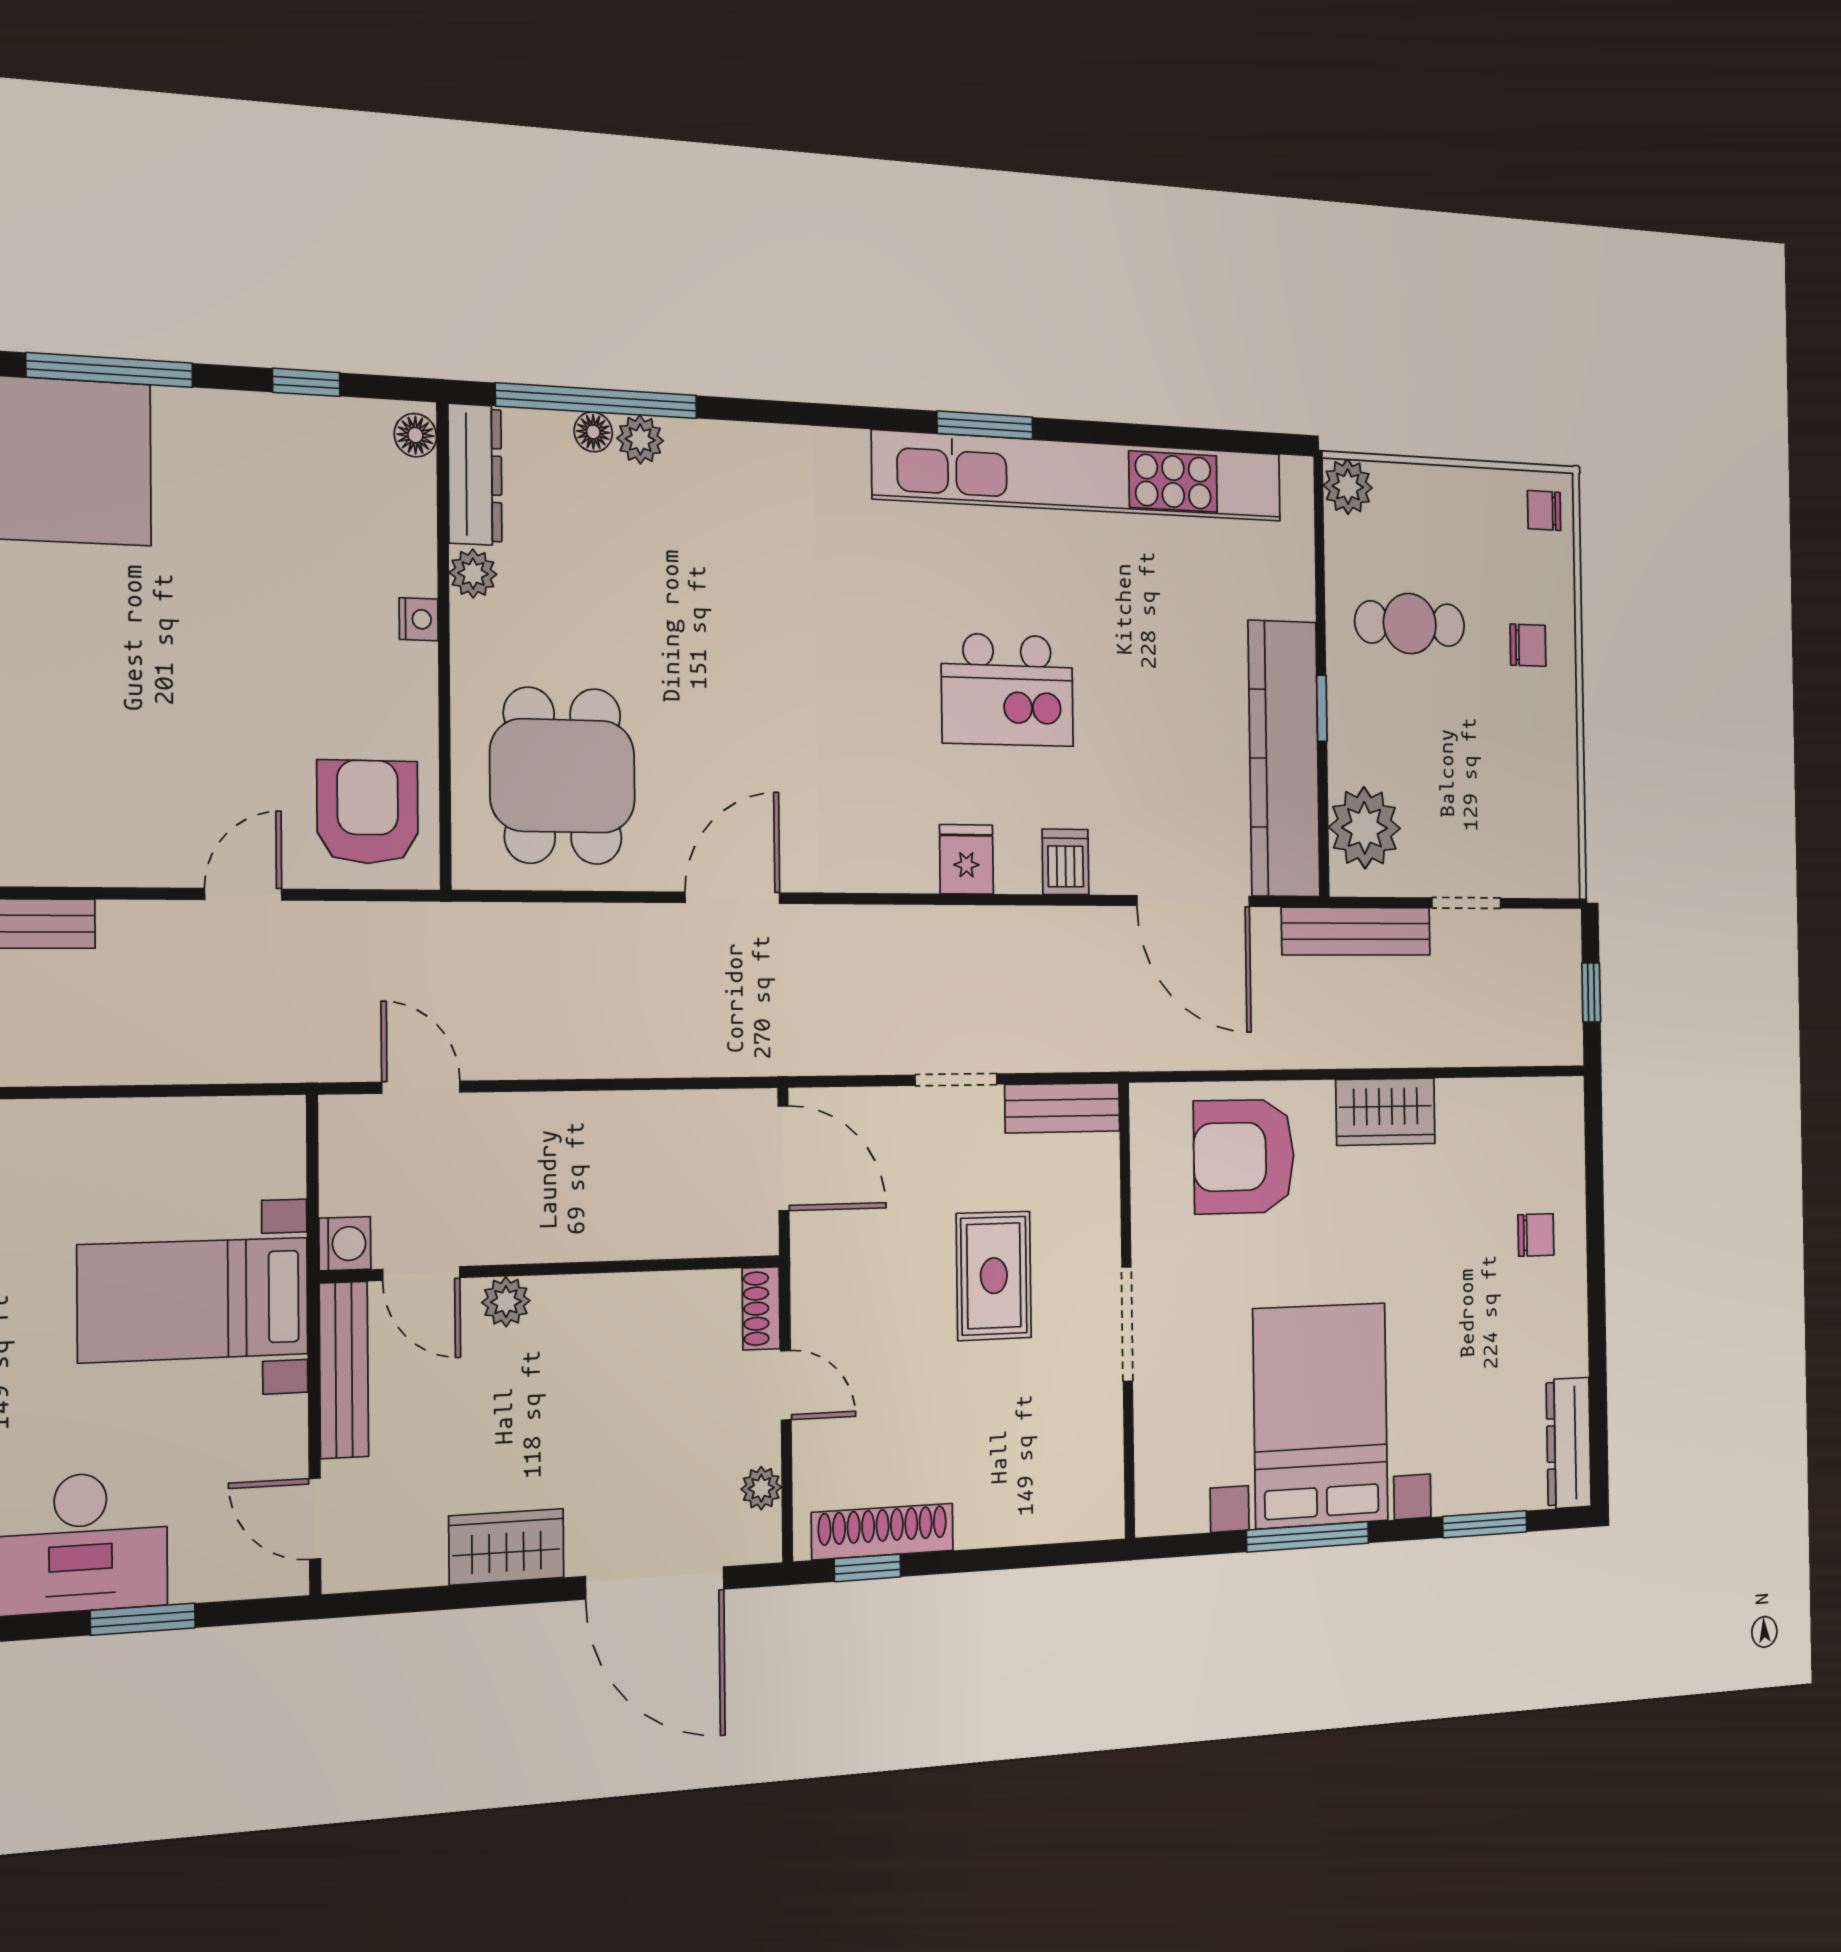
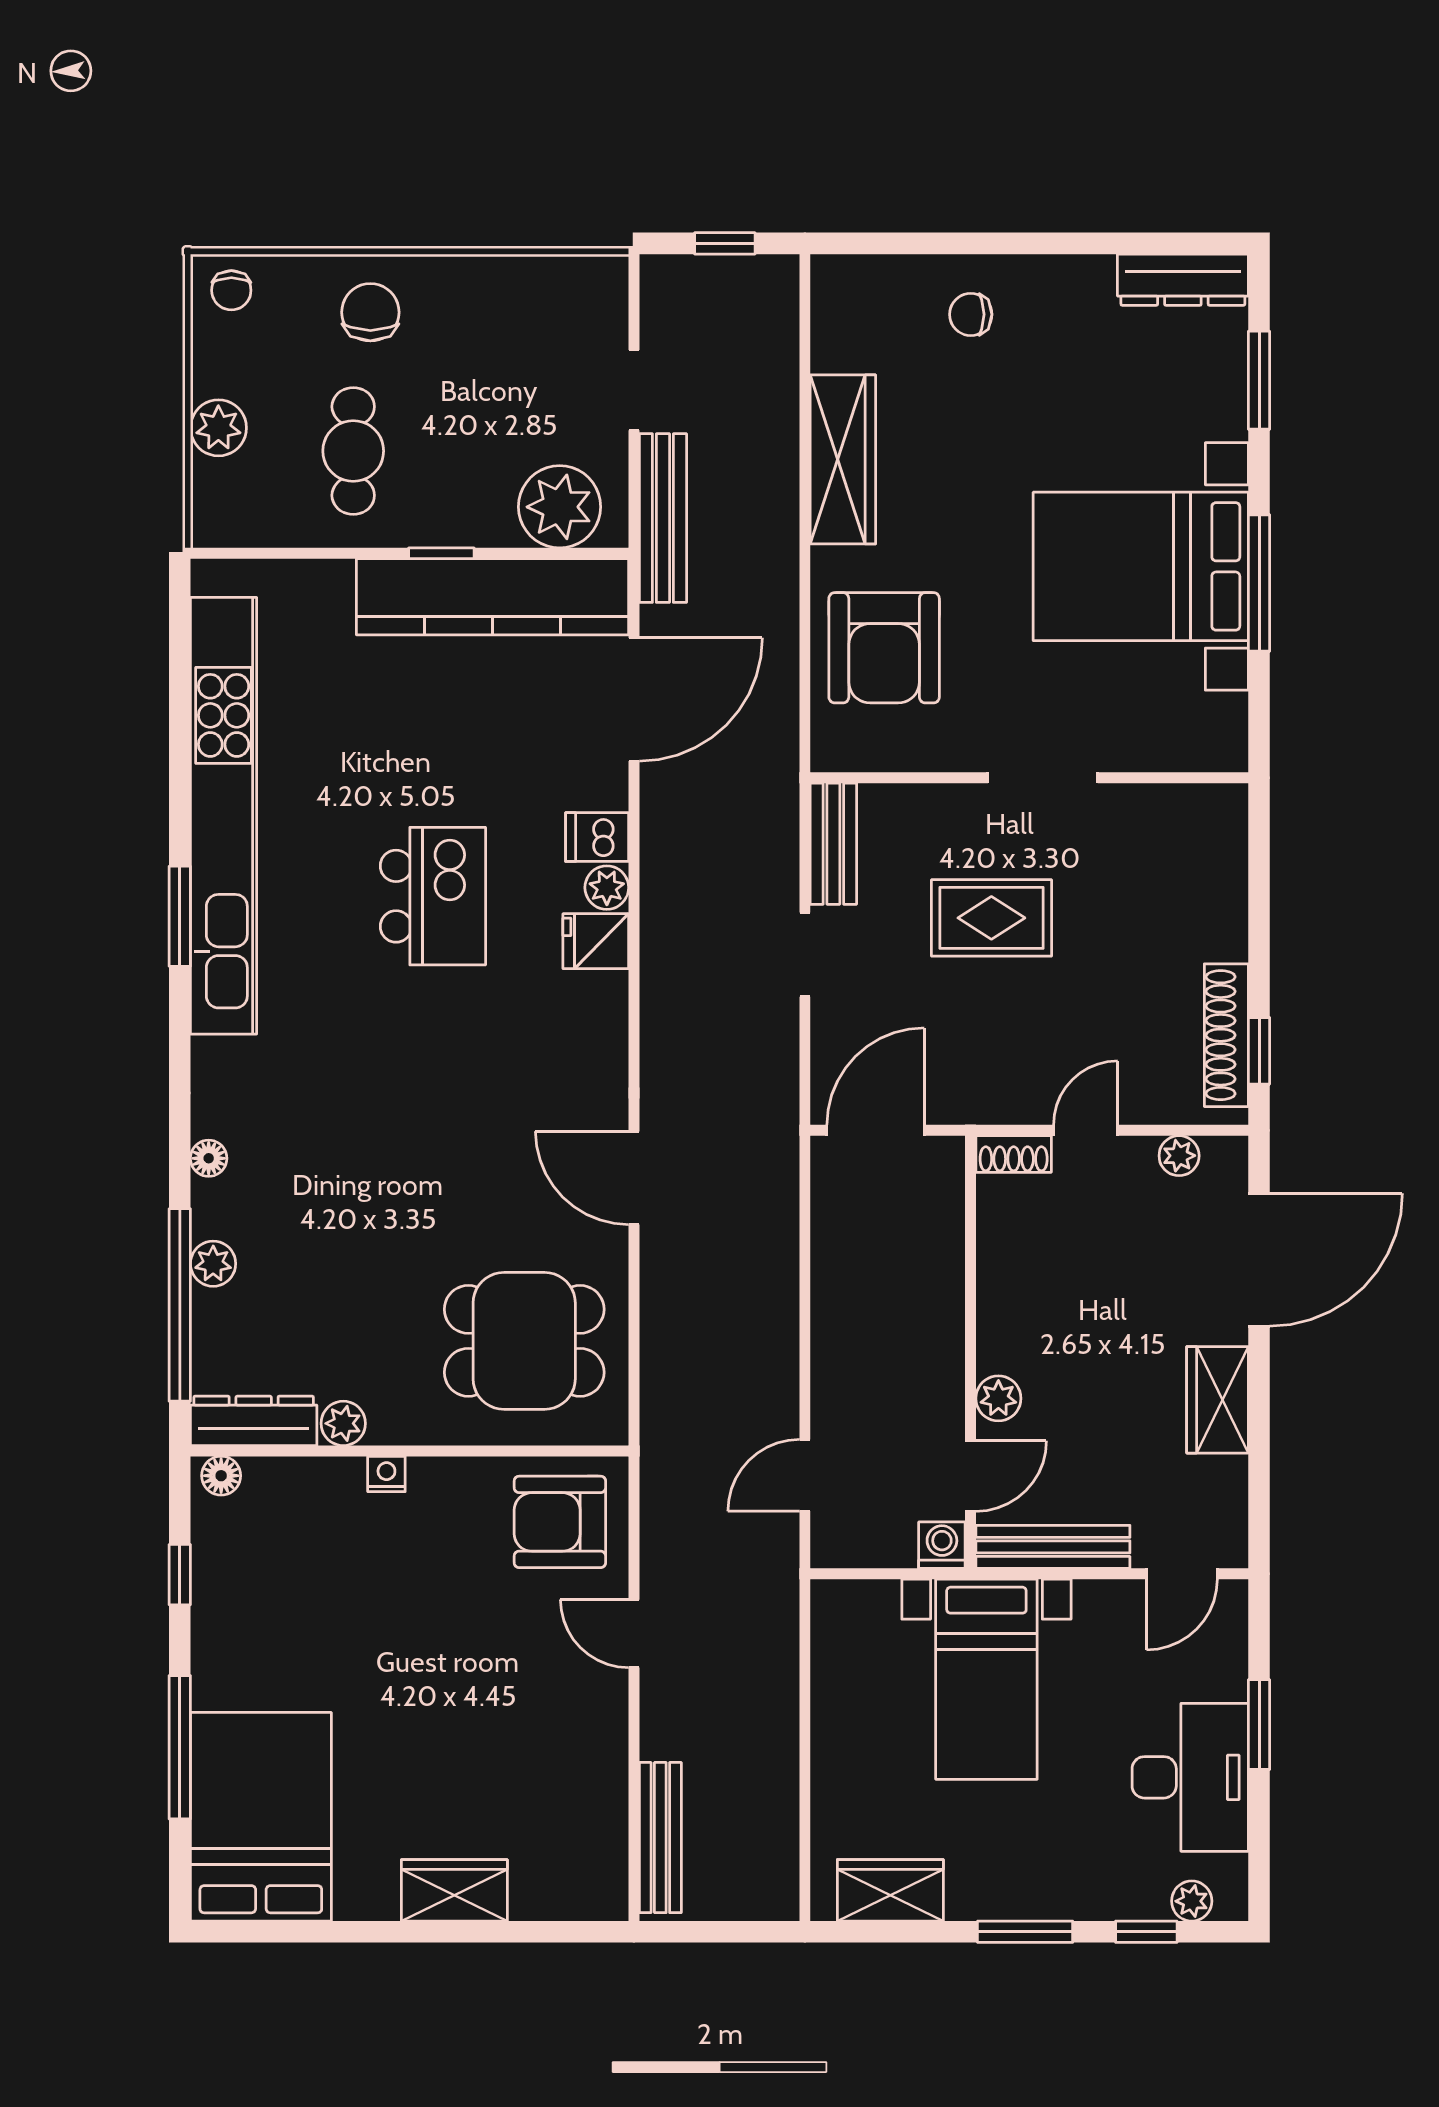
floor lamp: (593, 432) -> (209, 1158), moved
plant: (1348, 487) -> (218, 428), moved
chair: (1528, 645) -> (370, 312), width x1.37, depth x1.37
plant: (1018, 871) -> (607, 888), added
wardrobe: (1386, 1112) -> (843, 459), width x1.50
chair: (1536, 1235) -> (971, 314), turned -90

